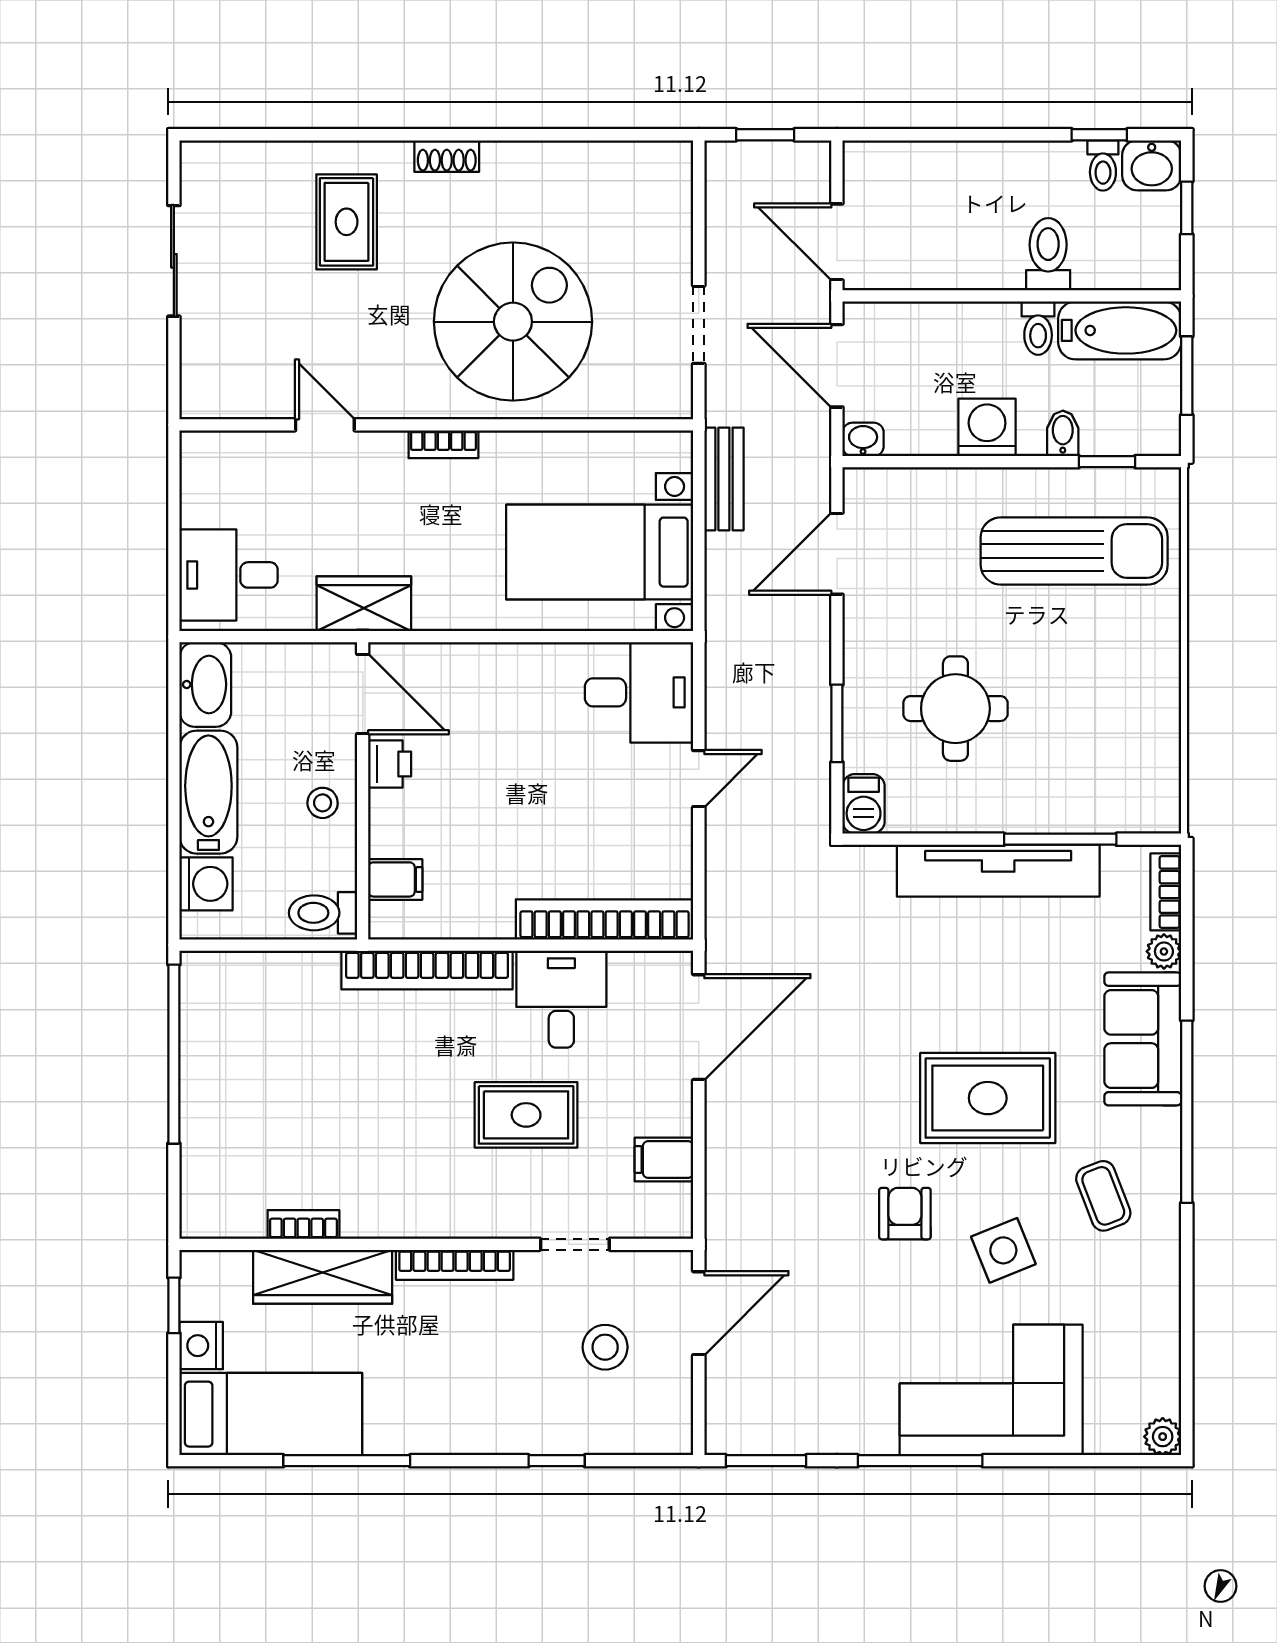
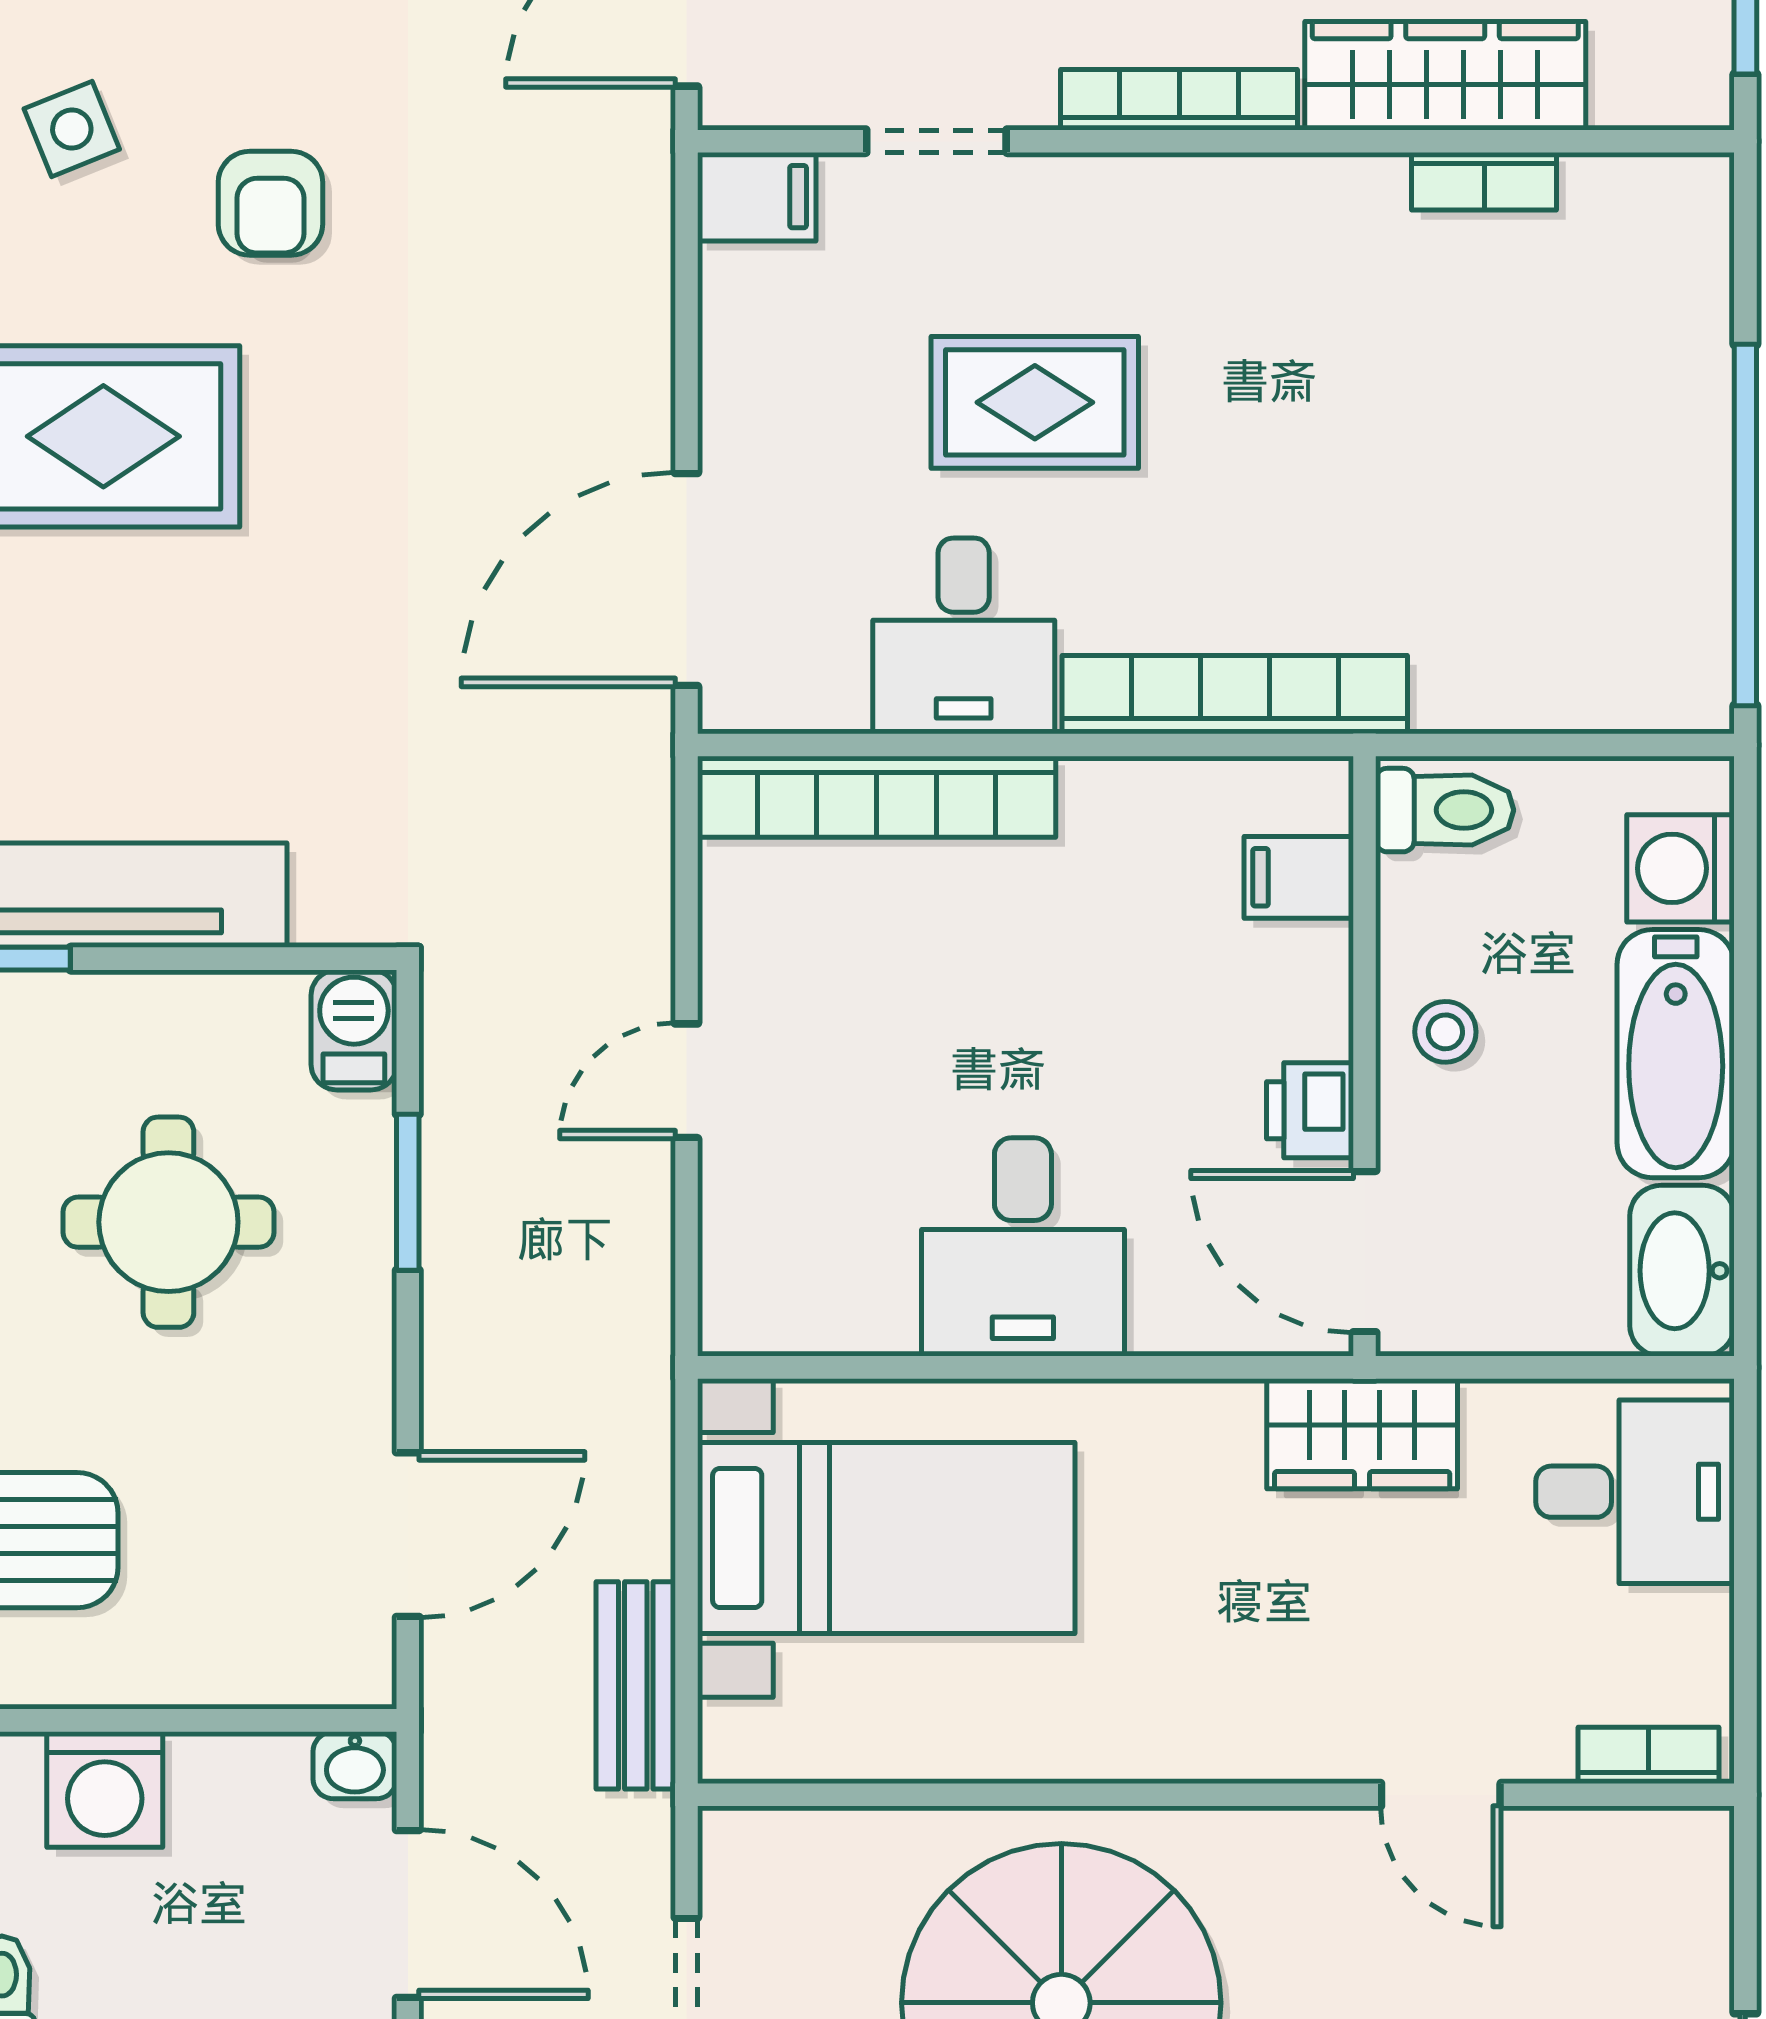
bookcase: (443, 444) -> (1649, 1755), moved
desk: (639, 692) -> (1023, 1247), moved, turned -90
filing cabinet: (664, 1159) -> (757, 197), moved
side table: (1003, 1250) -> (72, 129), width x0.73, depth x0.73

